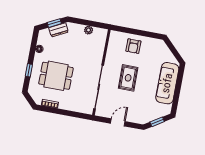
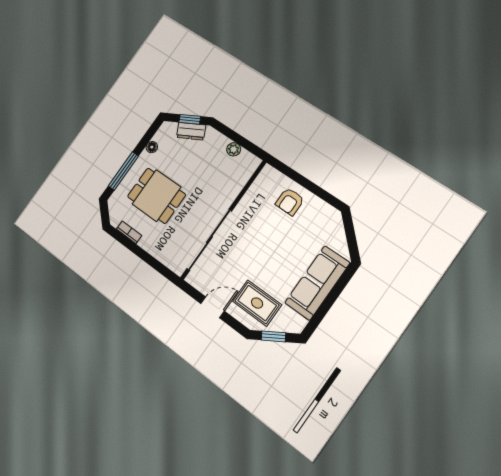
window: (29, 70) -> (123, 171), width x2.17
rug: (128, 78) -> (257, 303), moved, turned 90

